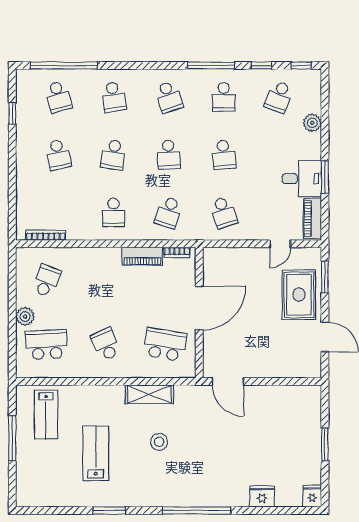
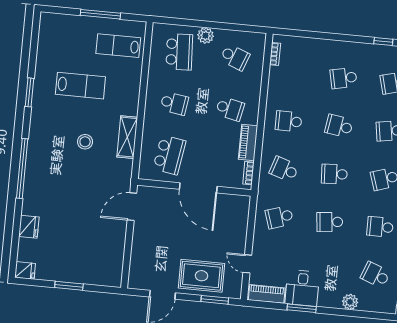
bookcase: (46, 235) -> (275, 54), width x0.64
school desk: (106, 281) -> (230, 109), added
school desk: (106, 345) -> (174, 103), turned 33

